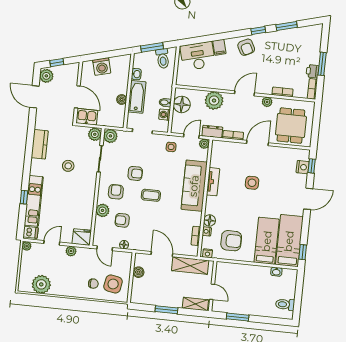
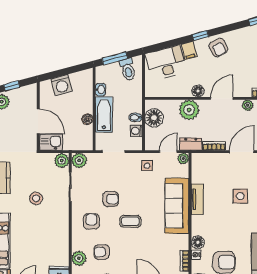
window: (258, 30) -> (200, 36), moved
floor lamp: (224, 84) -> (198, 91), added
plant: (102, 210) -> (79, 258), moved

